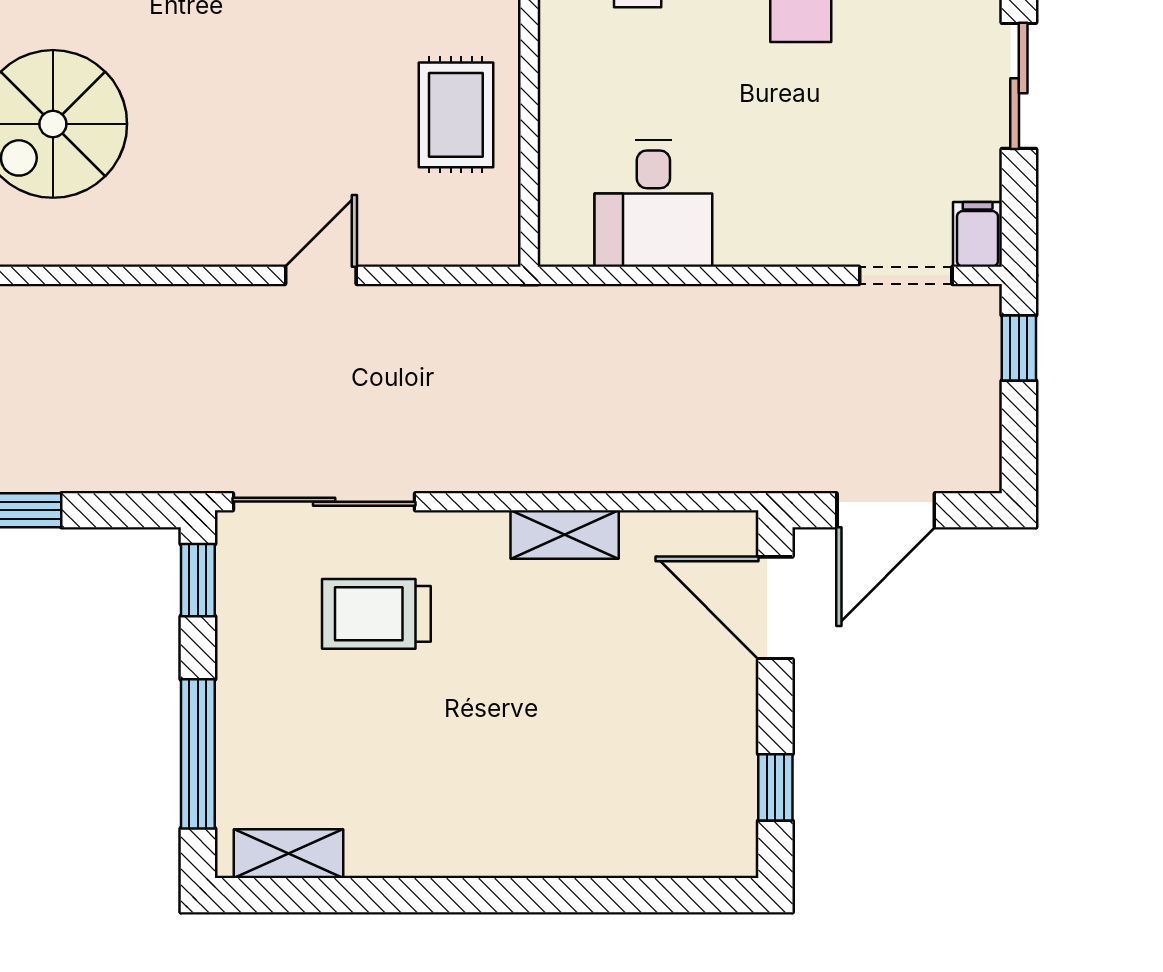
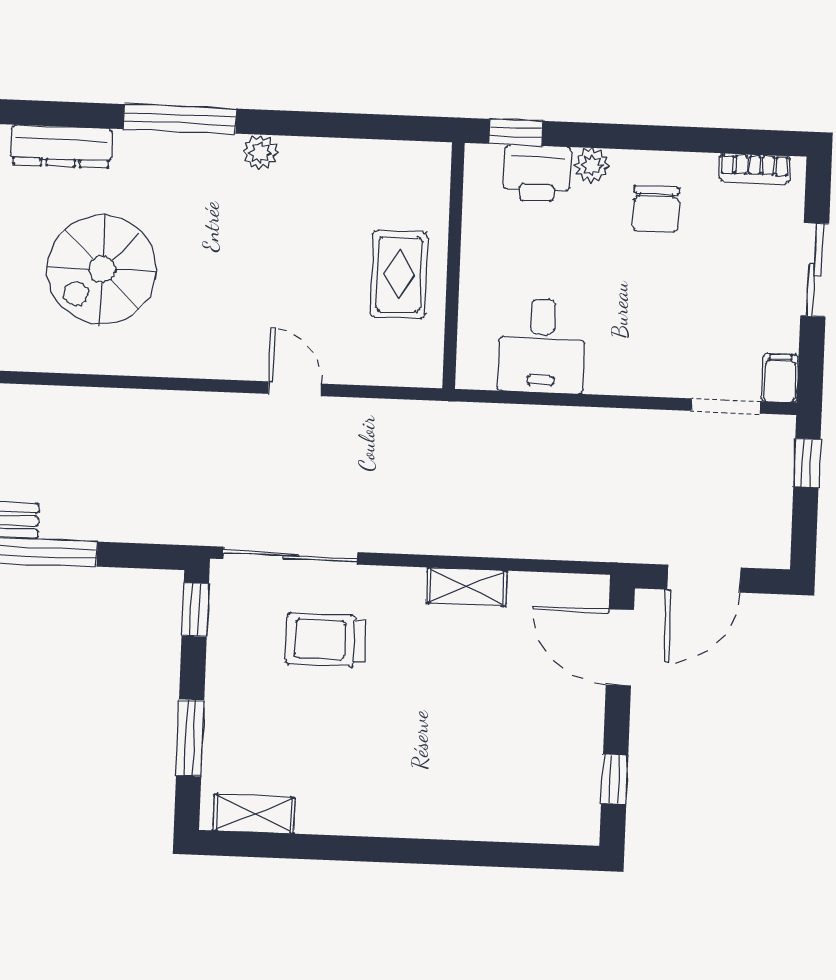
door: (321, 275) -> (295, 389), hinge flipped
window: (198, 754) -> (190, 738), width x0.69

